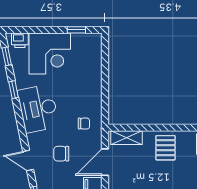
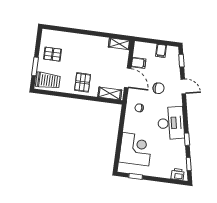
corner desk: (50, 54) -> (136, 149), moved, turned 90
door: (105, 162) -> (128, 78), hinge flipped

